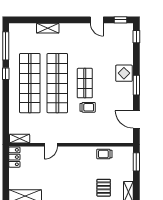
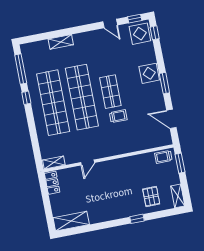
display table: (123, 35) -> (140, 34), added
trolley: (104, 154) -> (163, 157), moved

